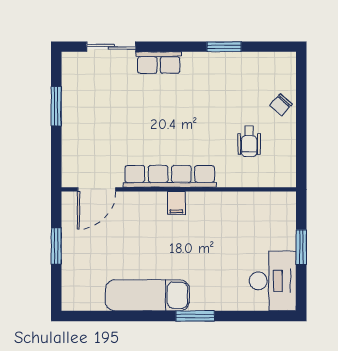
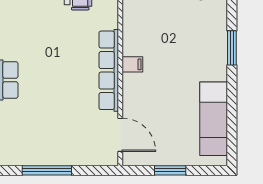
window: (56, 106) -> (47, 170), width x1.44
exam couch: (147, 295) -> (214, 119), moved

